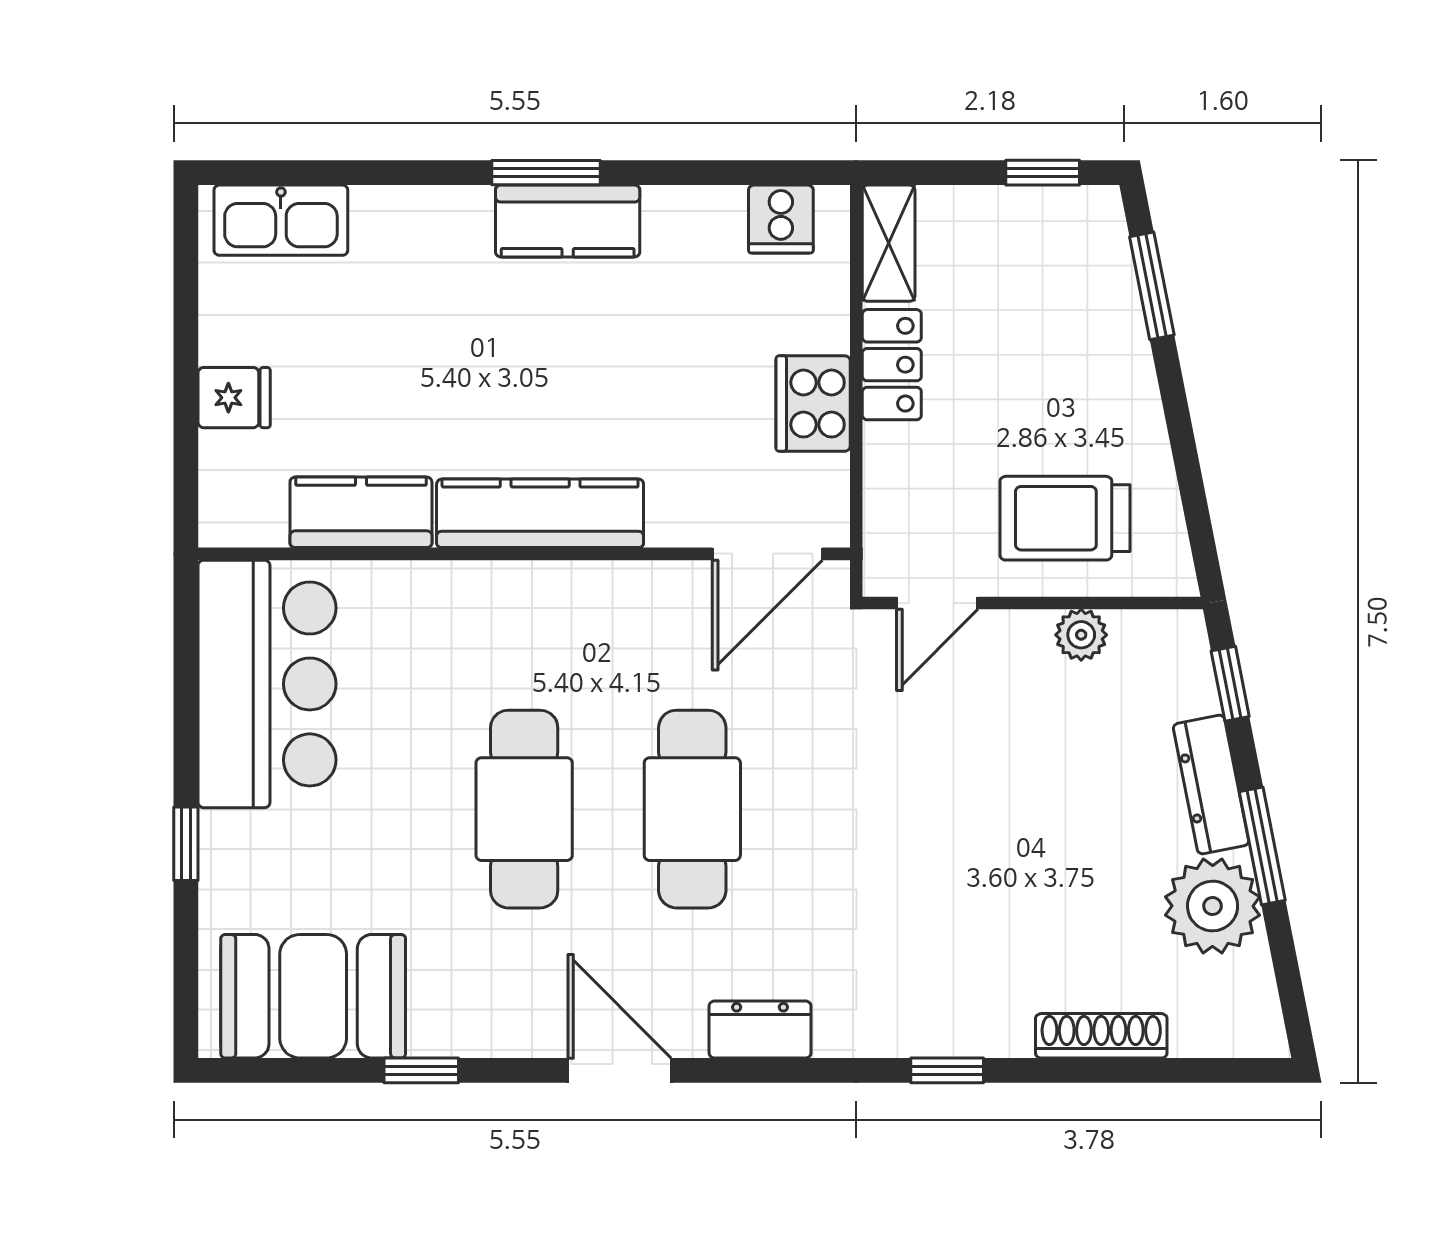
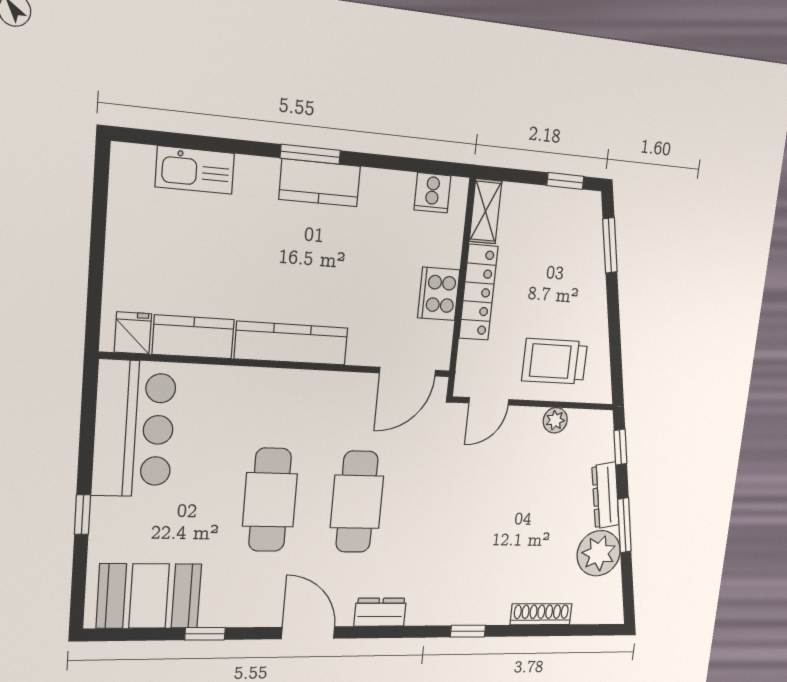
kitchen sink: (281, 220) -> (195, 170), moved
locker: (892, 365) -> (478, 292), width x1.53
fridge: (234, 398) -> (133, 333), moved, turned -90

